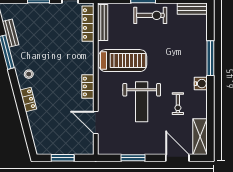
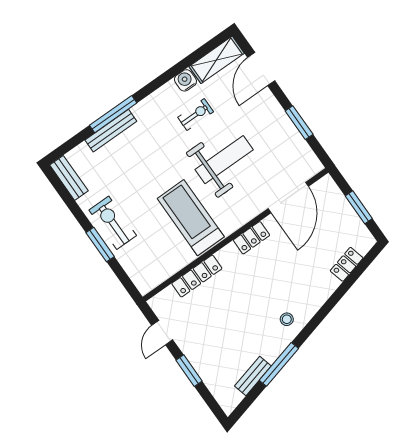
bench: (103, 22) -> (111, 131), moved
locker: (88, 24) -> (197, 276), moved
water cooler: (201, 84) -> (185, 80), moved
locker: (28, 99) -> (347, 264), moved
door: (96, 123) -> (288, 198), width x1.36

